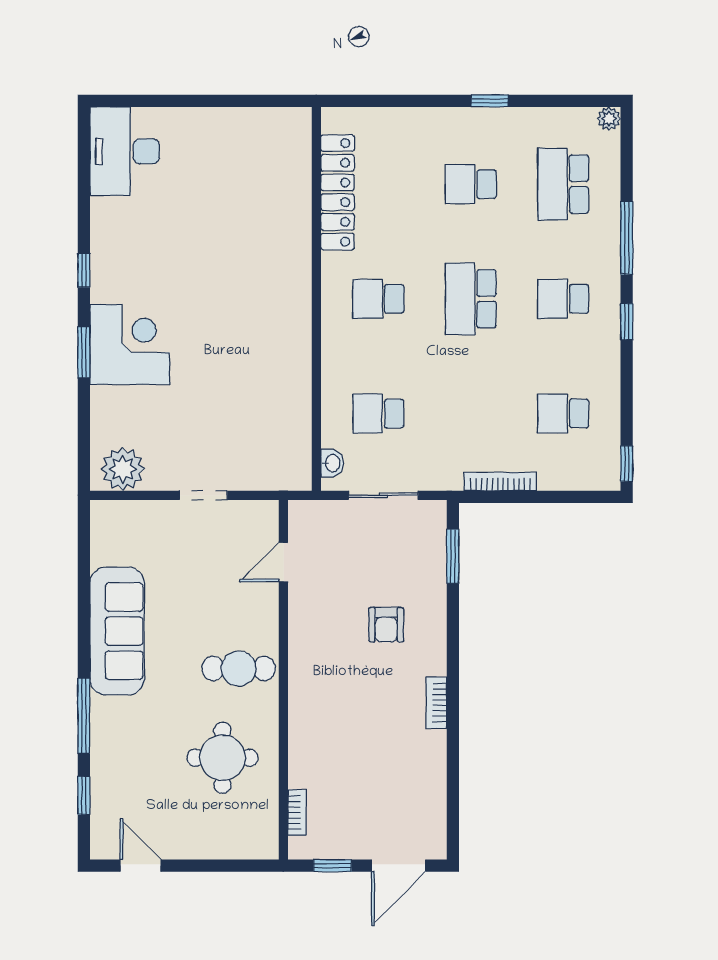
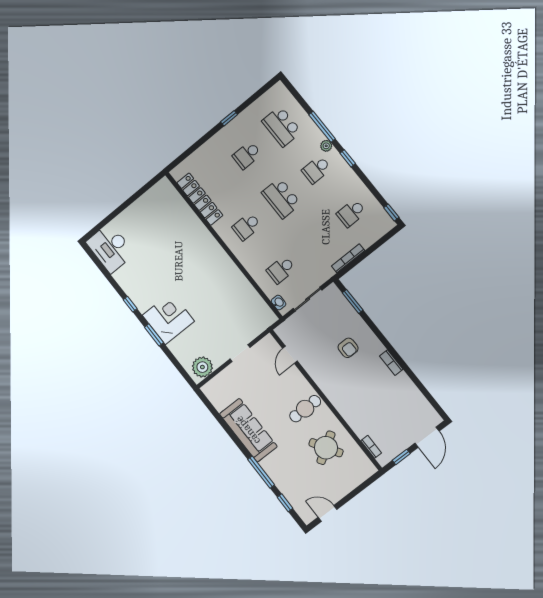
plant: (609, 119) -> (326, 146), moved
round table: (222, 758) -> (326, 448), turned -32

